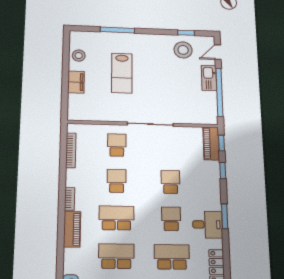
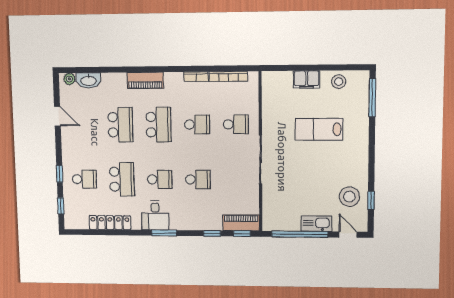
window: (117, 30) -> (372, 98), moved
bookcase: (70, 199) -> (196, 77), moved

